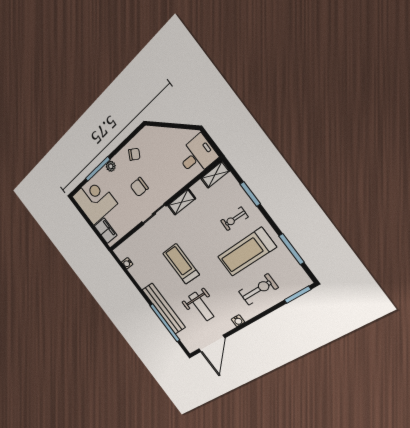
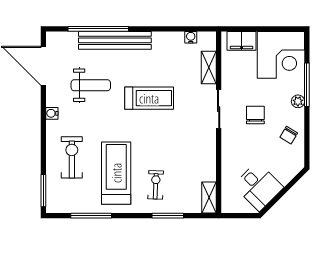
desk: (197, 156) -> (258, 186), moved, turned -45
shelving: (182, 202) -> (209, 68), moved
exercise bike: (258, 290) -> (72, 157), turned 180
weight bench: (201, 306) -> (91, 85), turned 180

